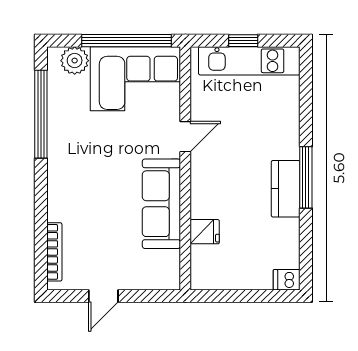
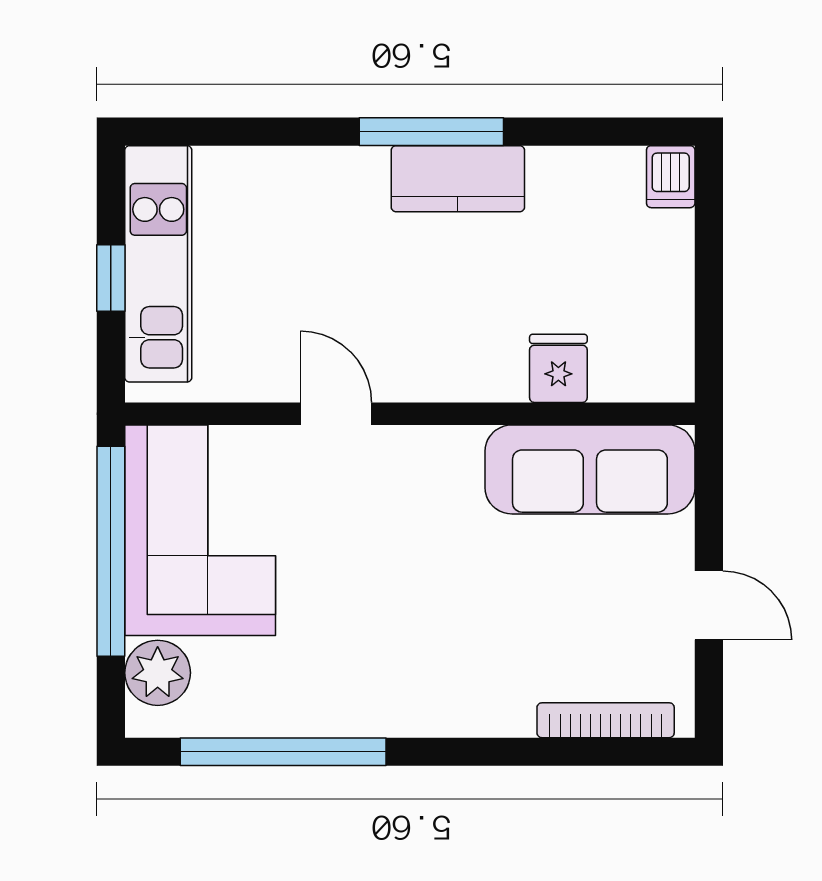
sofa: (161, 204) -> (590, 469), moved

